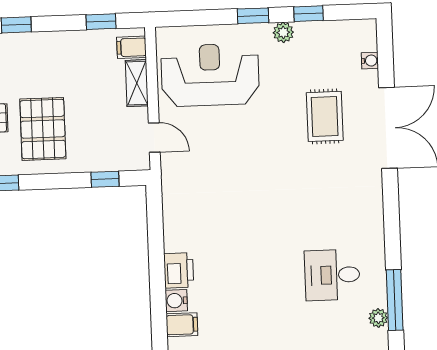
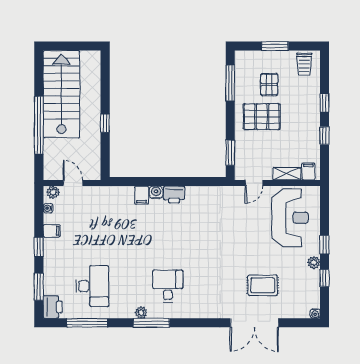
window: (101, 22) -> (324, 136), moved
water cooler: (370, 61) -> (315, 314), moved
window: (105, 179) -> (230, 153), width x1.50

